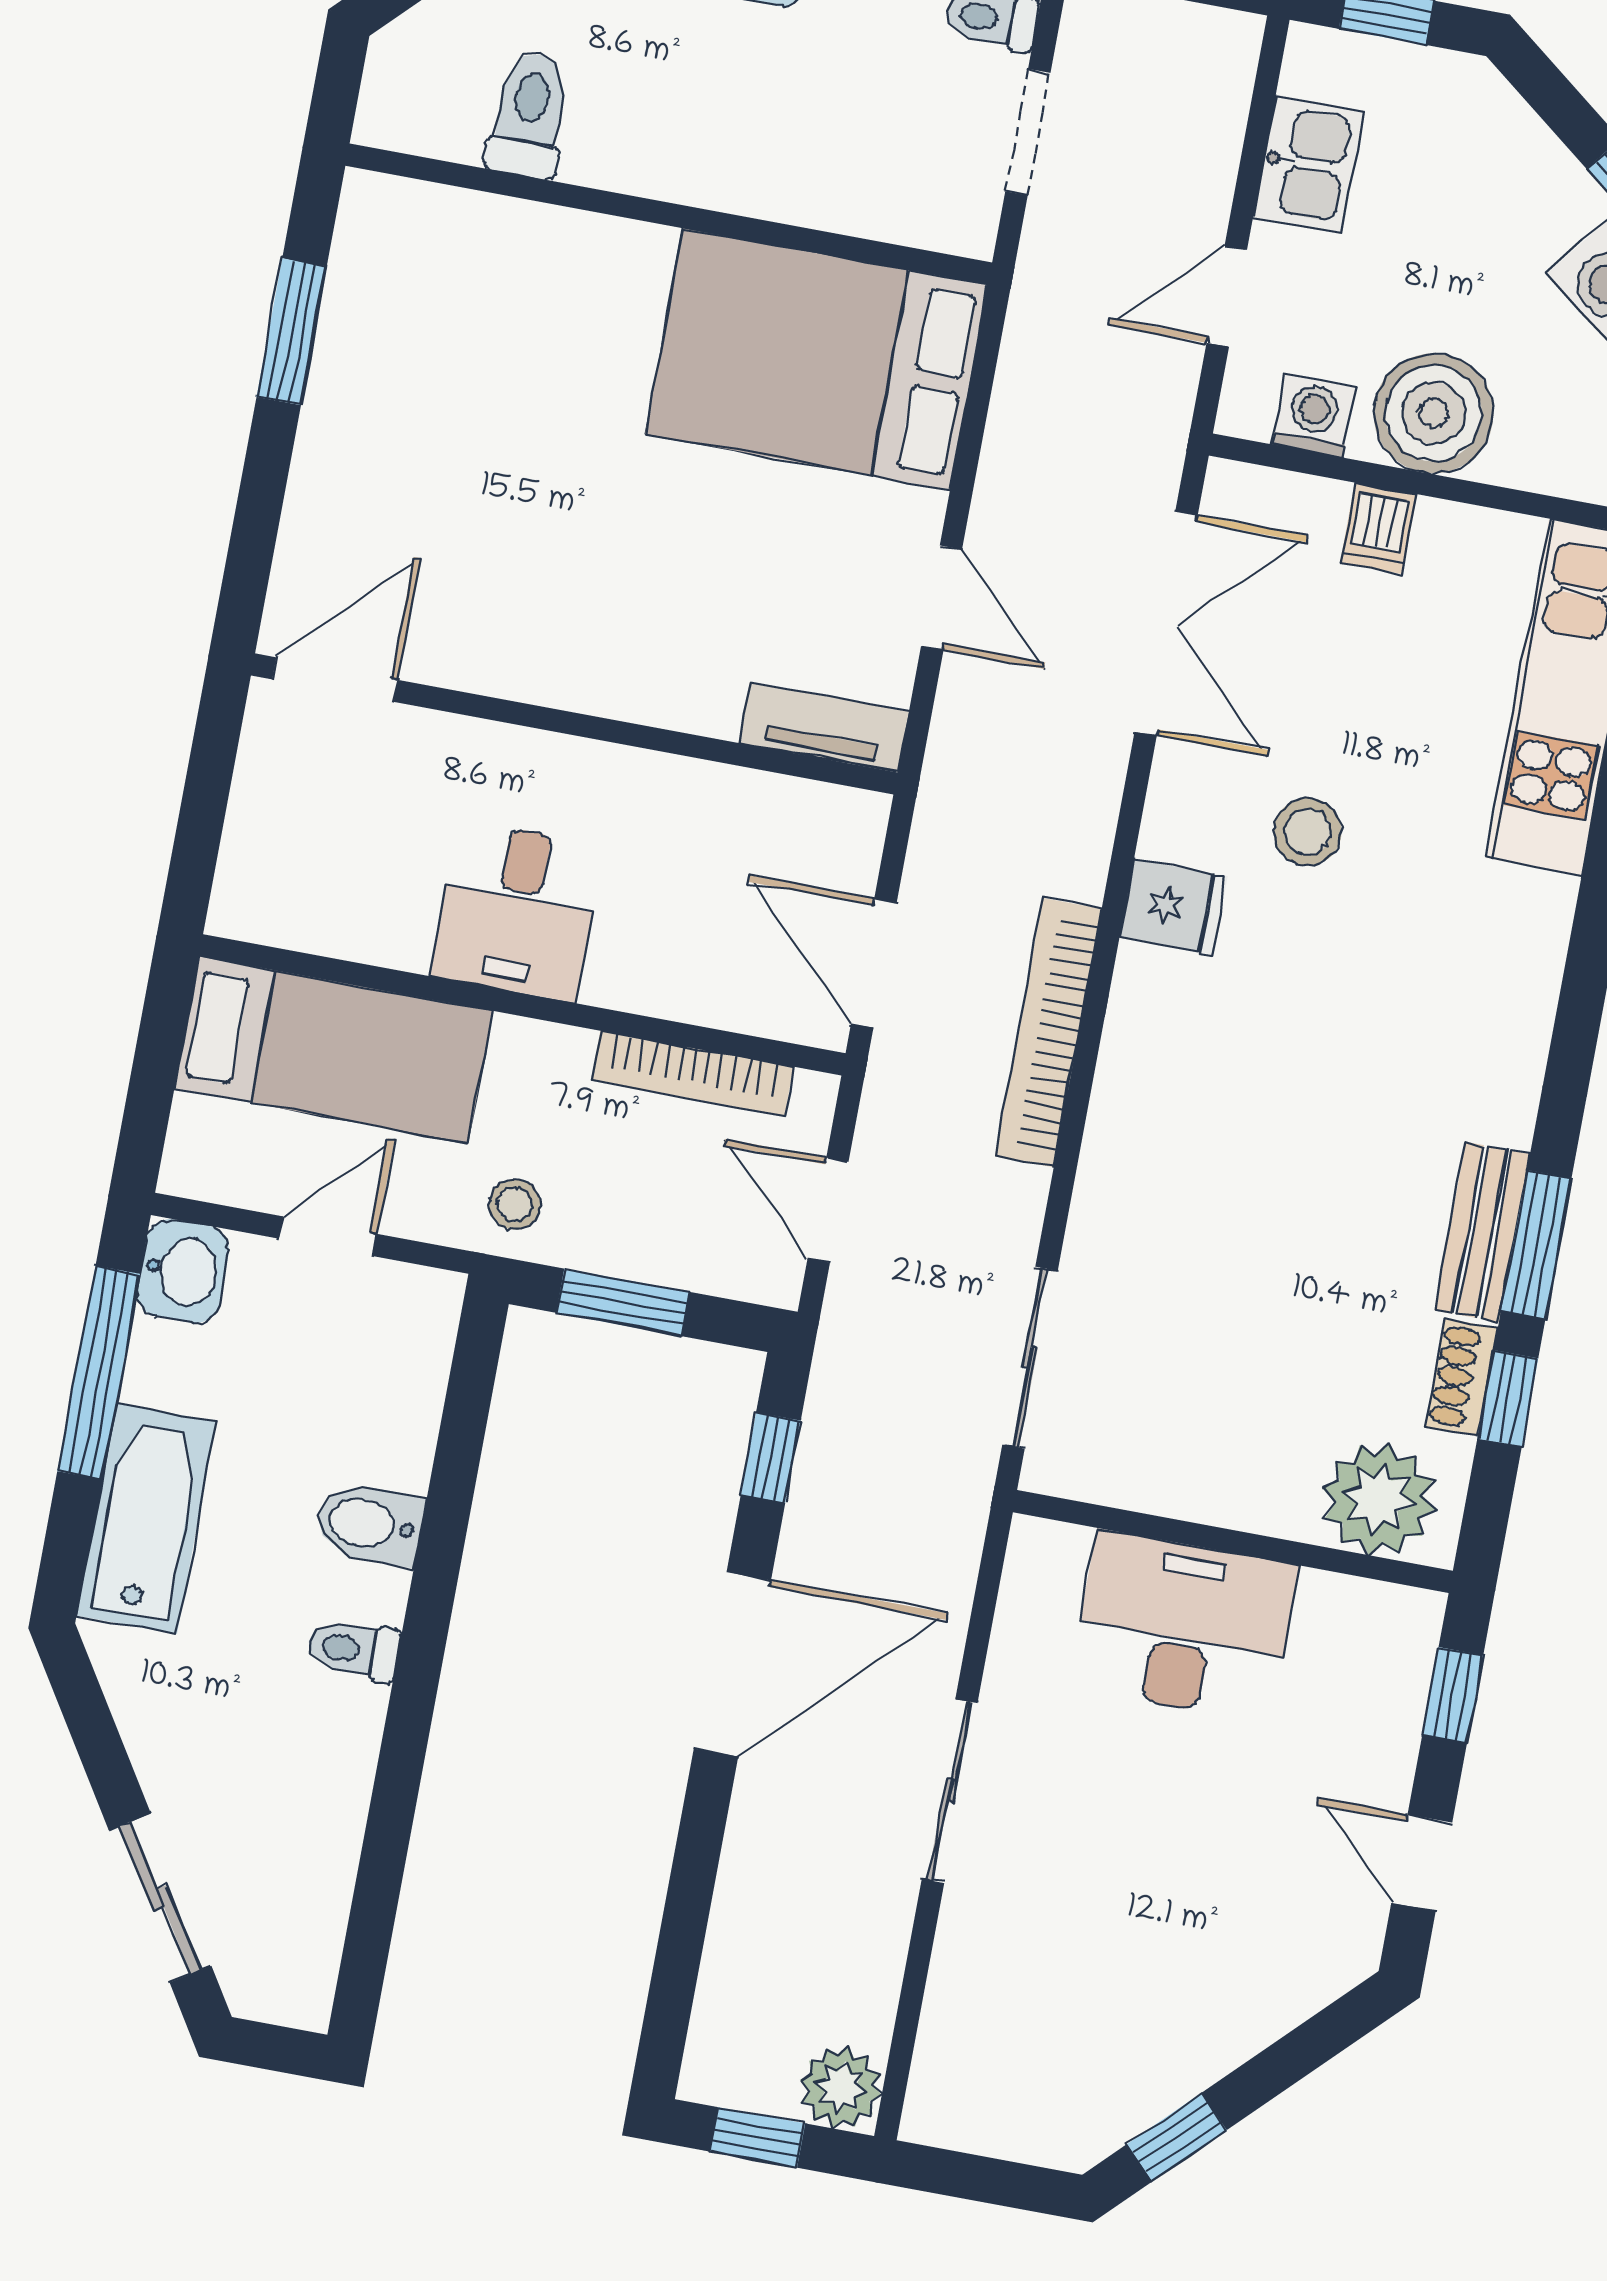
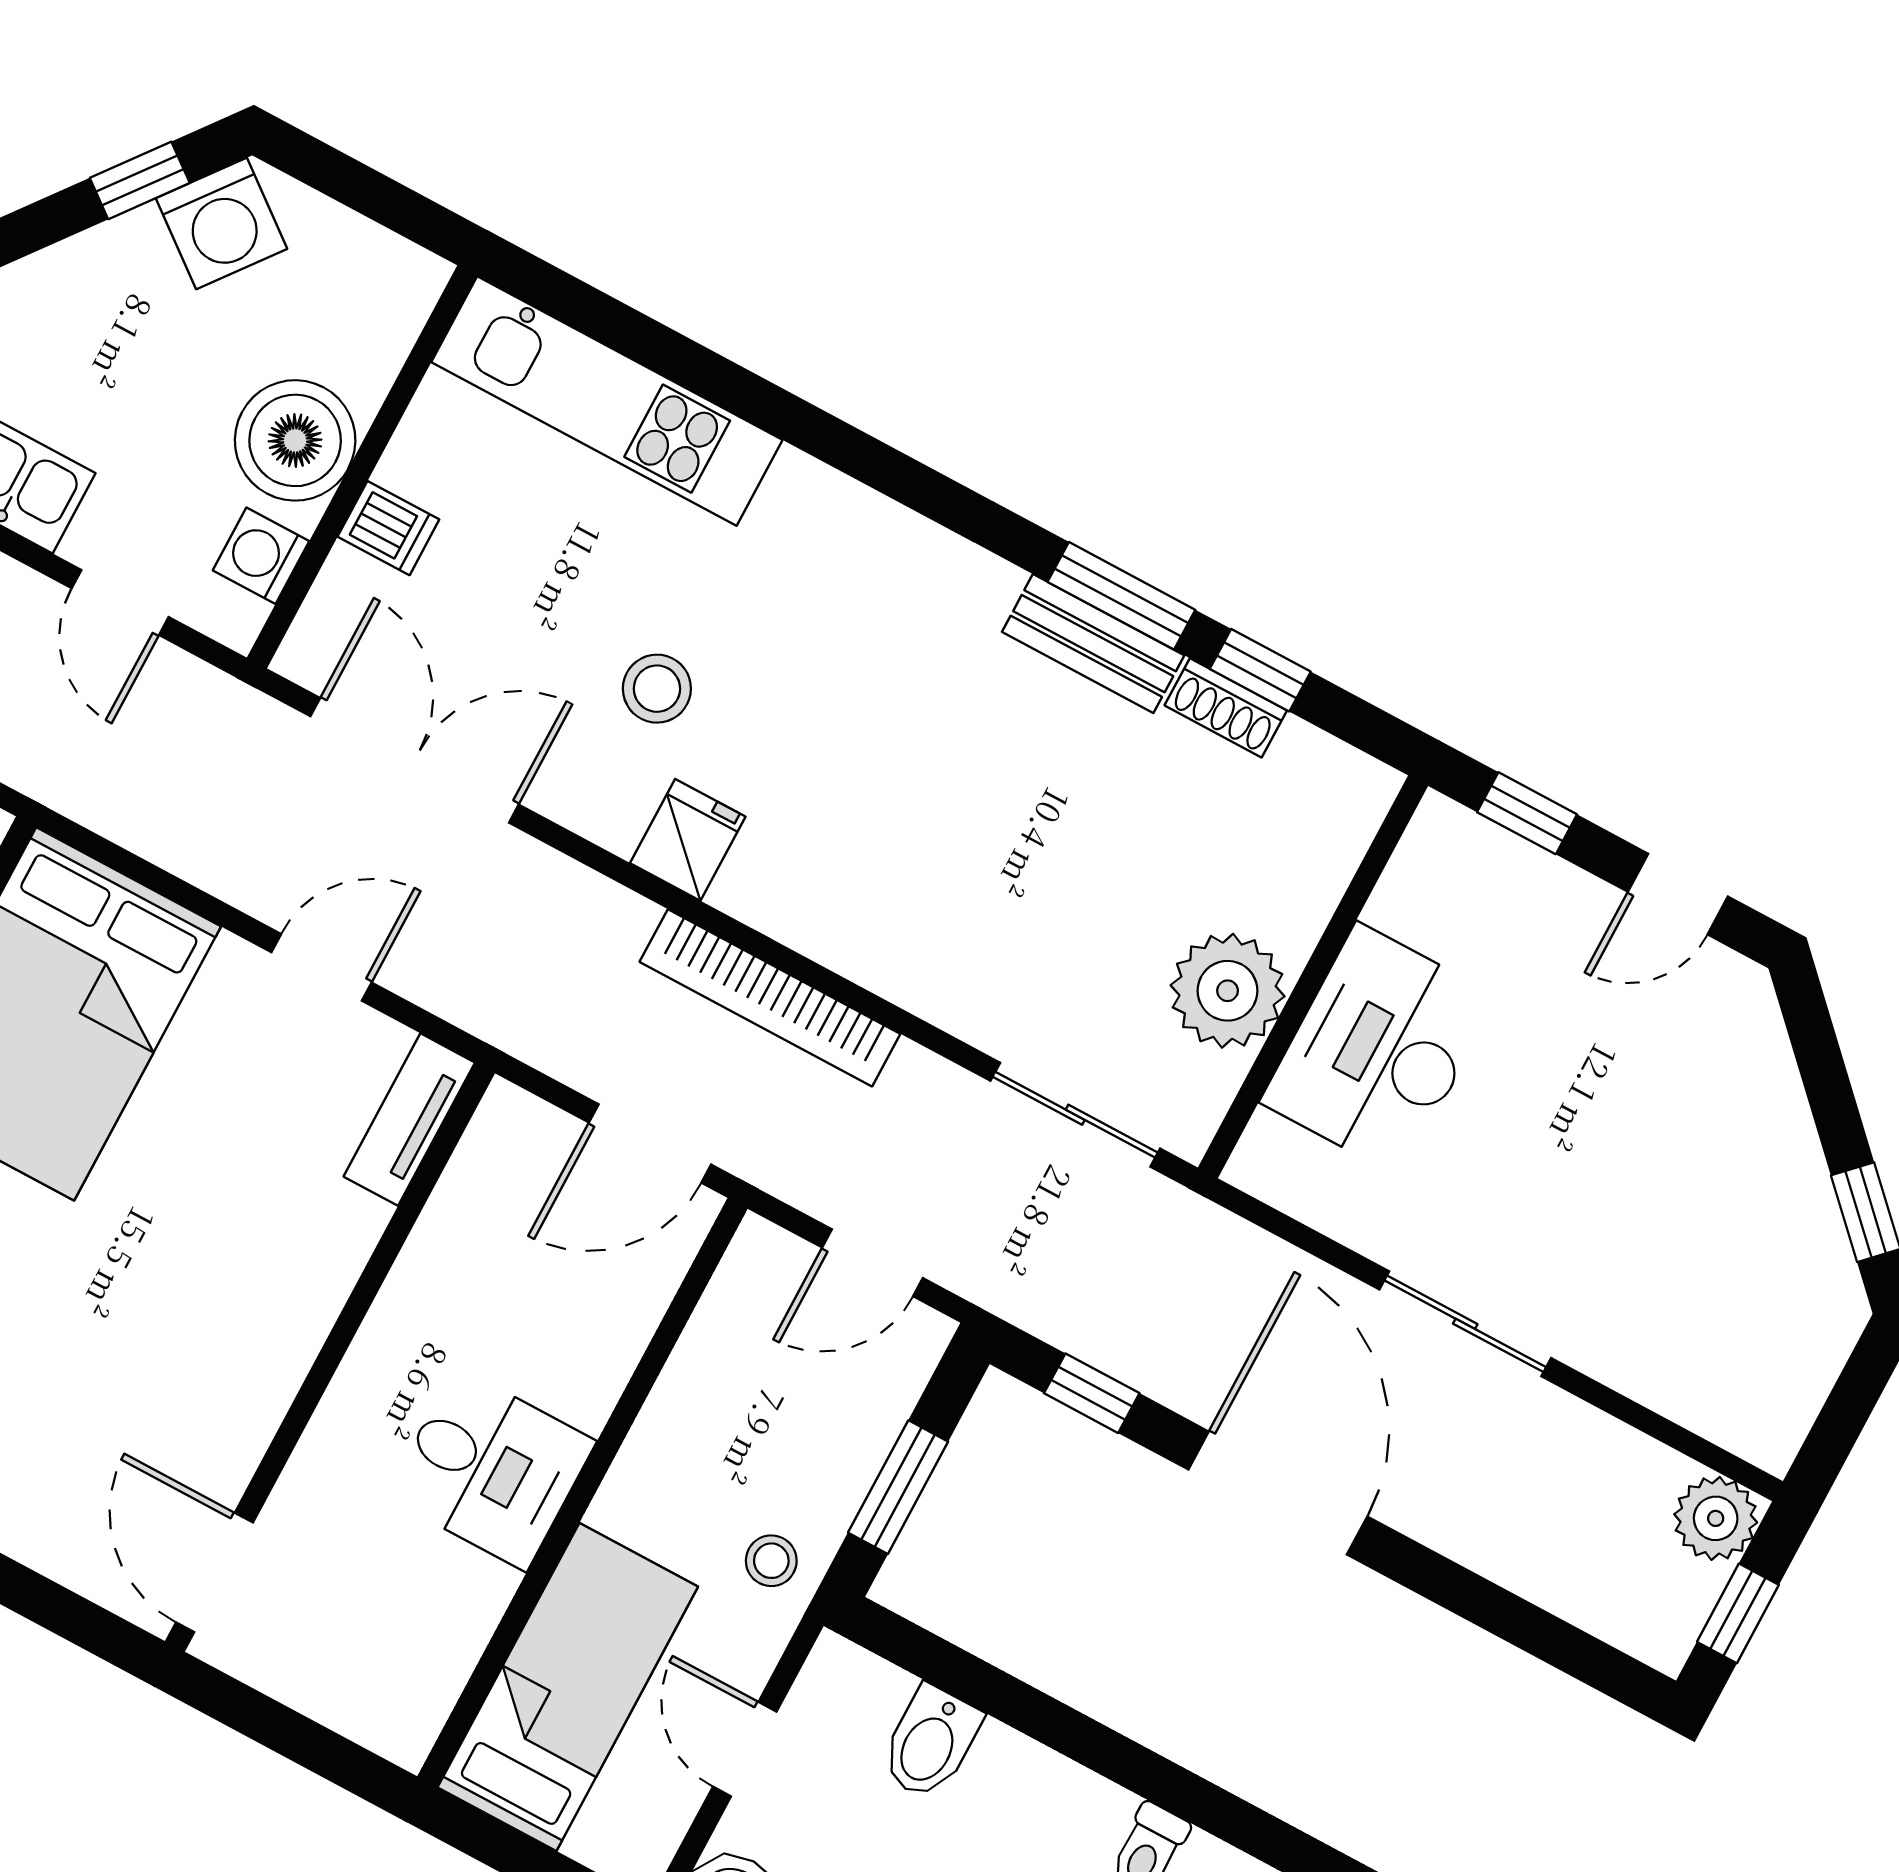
bookcase: (692, 1073) -> (700, 1351), removed
plant: (1379, 1499) -> (1228, 991), moved
bidet: (369, 1524) -> (930, 1743), moved

